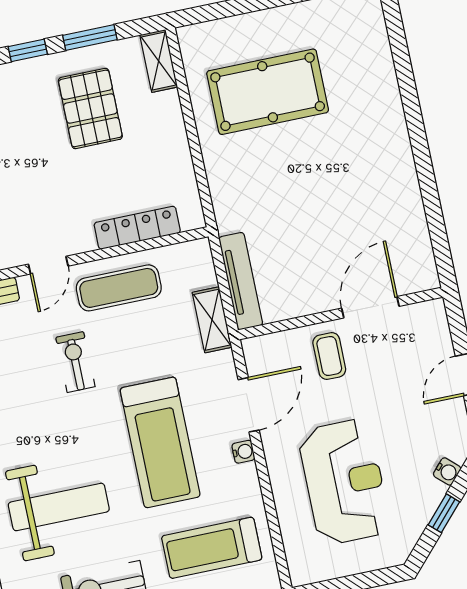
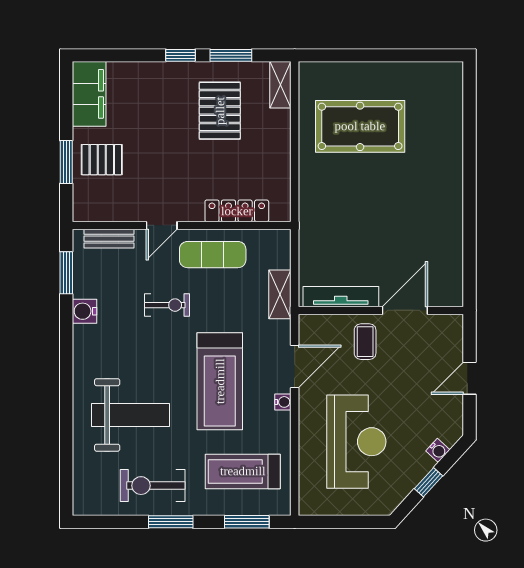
tv unit: (241, 281) -> (341, 297), moved, turned -90
exercise bike: (75, 362) -> (167, 305), turned 90

